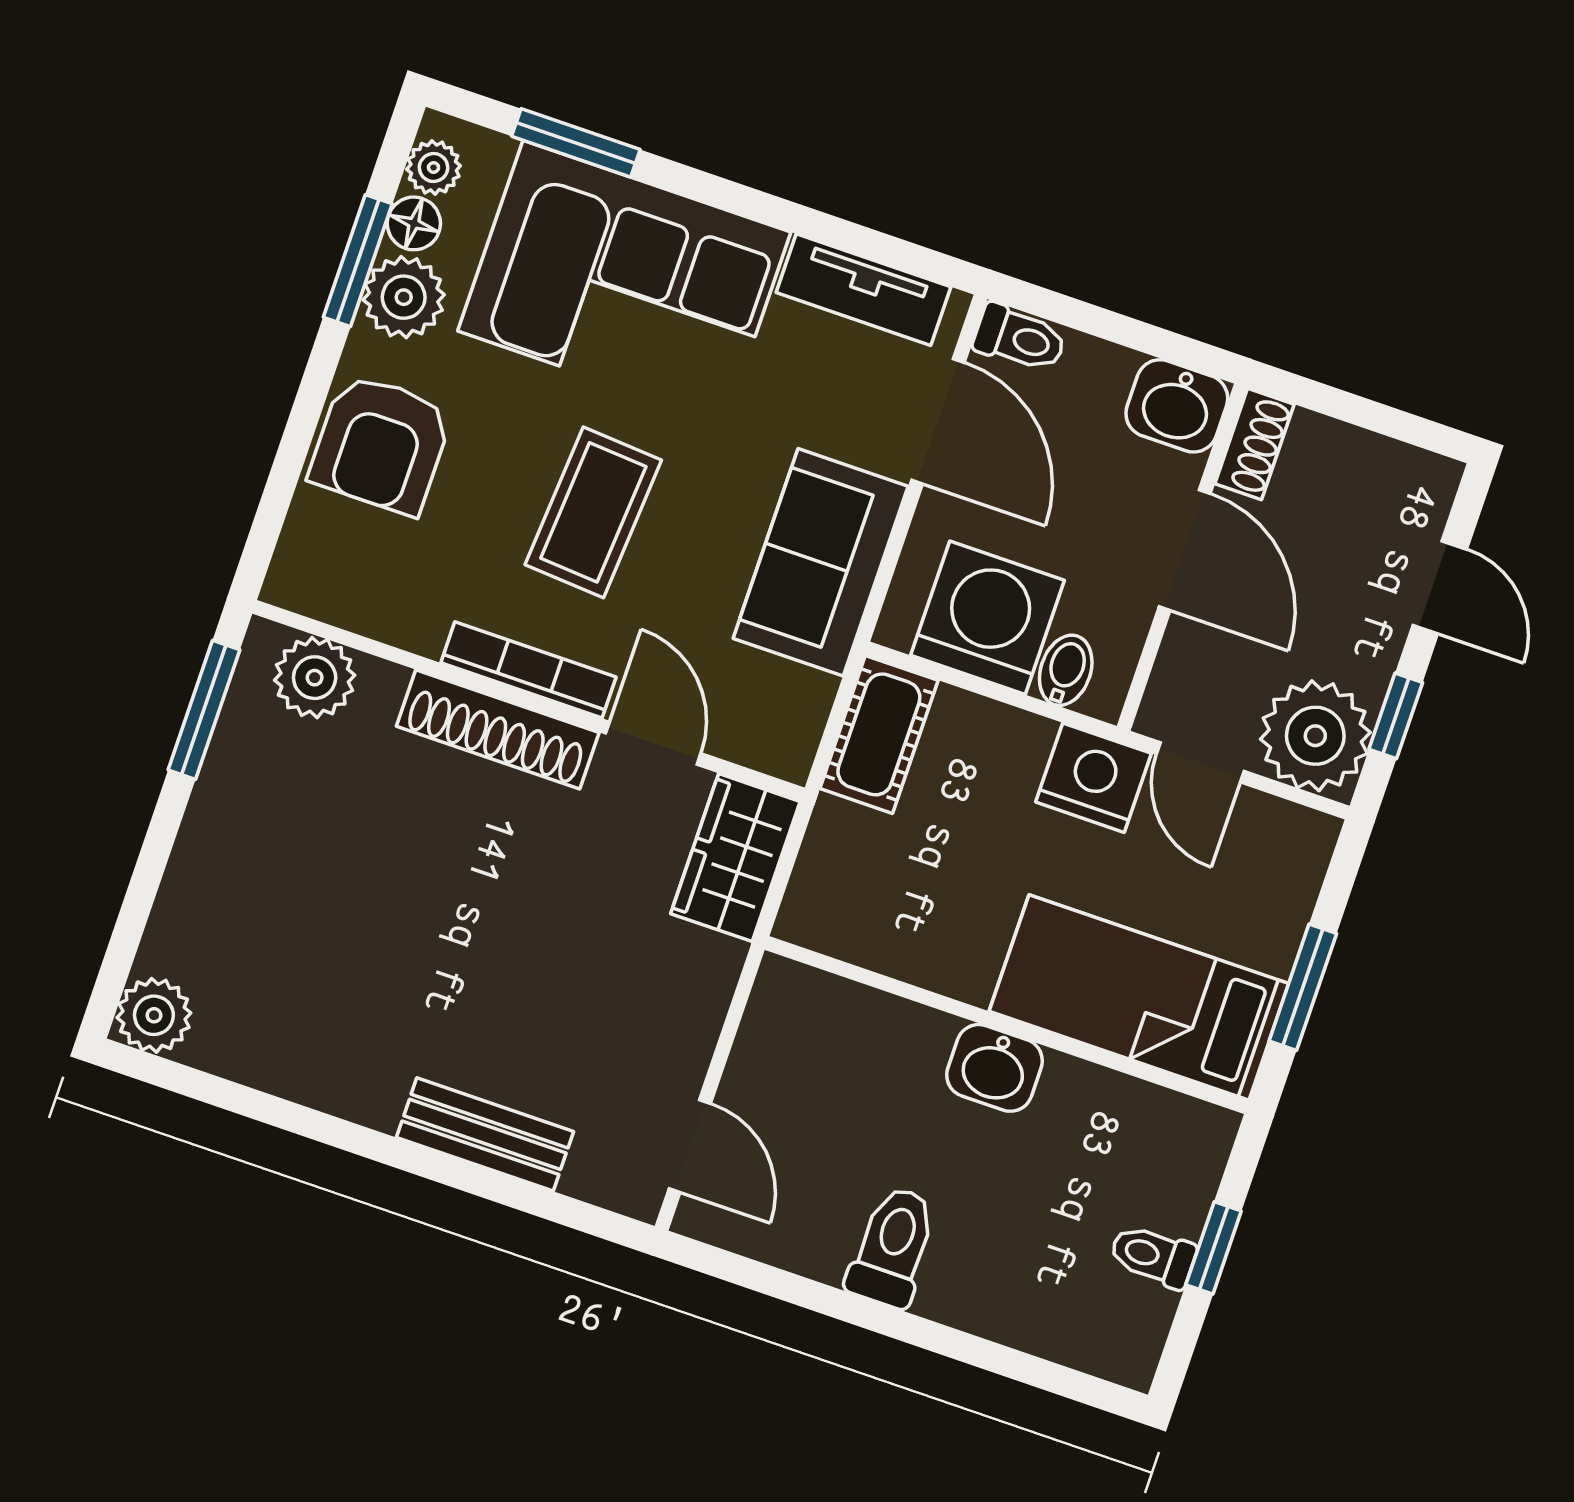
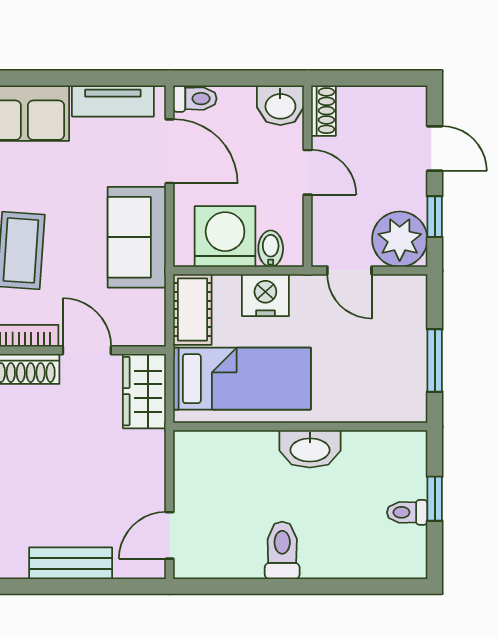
door: (1185, 550) -> (308, 172), width x0.73
nightstand: (1093, 778) -> (265, 295), moved
bed: (1139, 997) -> (242, 379), moved, turned 180
washbasin: (995, 1068) -> (310, 449), width x1.38
door: (690, 1146) -> (170, 535), swing flipped

